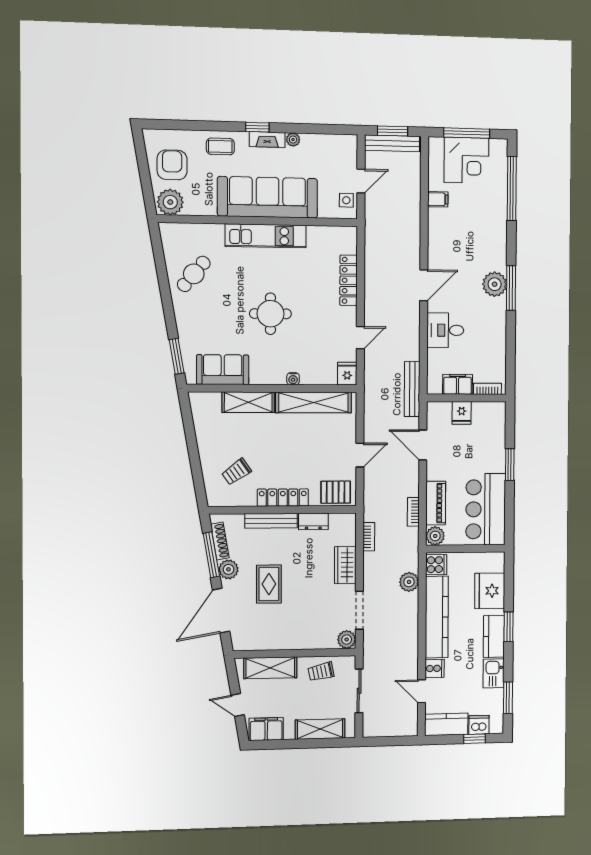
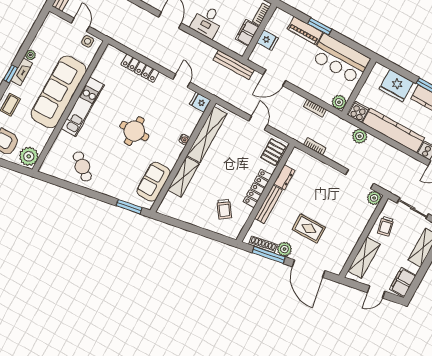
piano: (436, 503) -> (305, 31), moved, turned 180
wardrobe: (345, 565) -> (325, 172), removed

